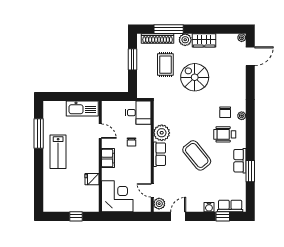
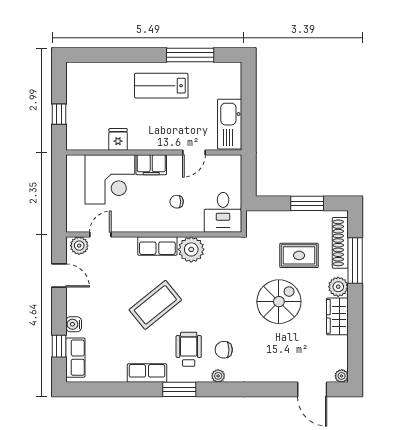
window: (250, 171) -> (179, 389), moved
corner desk: (117, 196) -> (110, 179), moved

